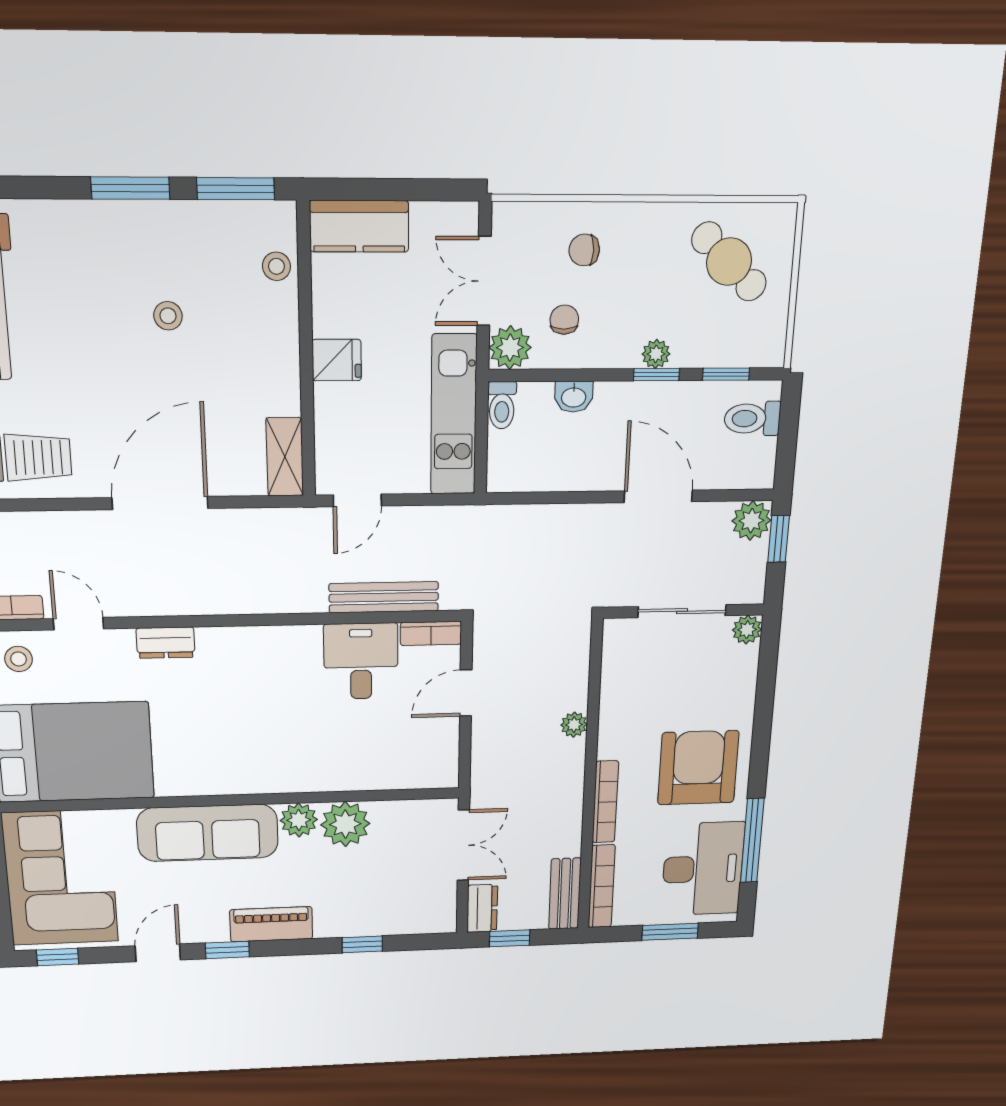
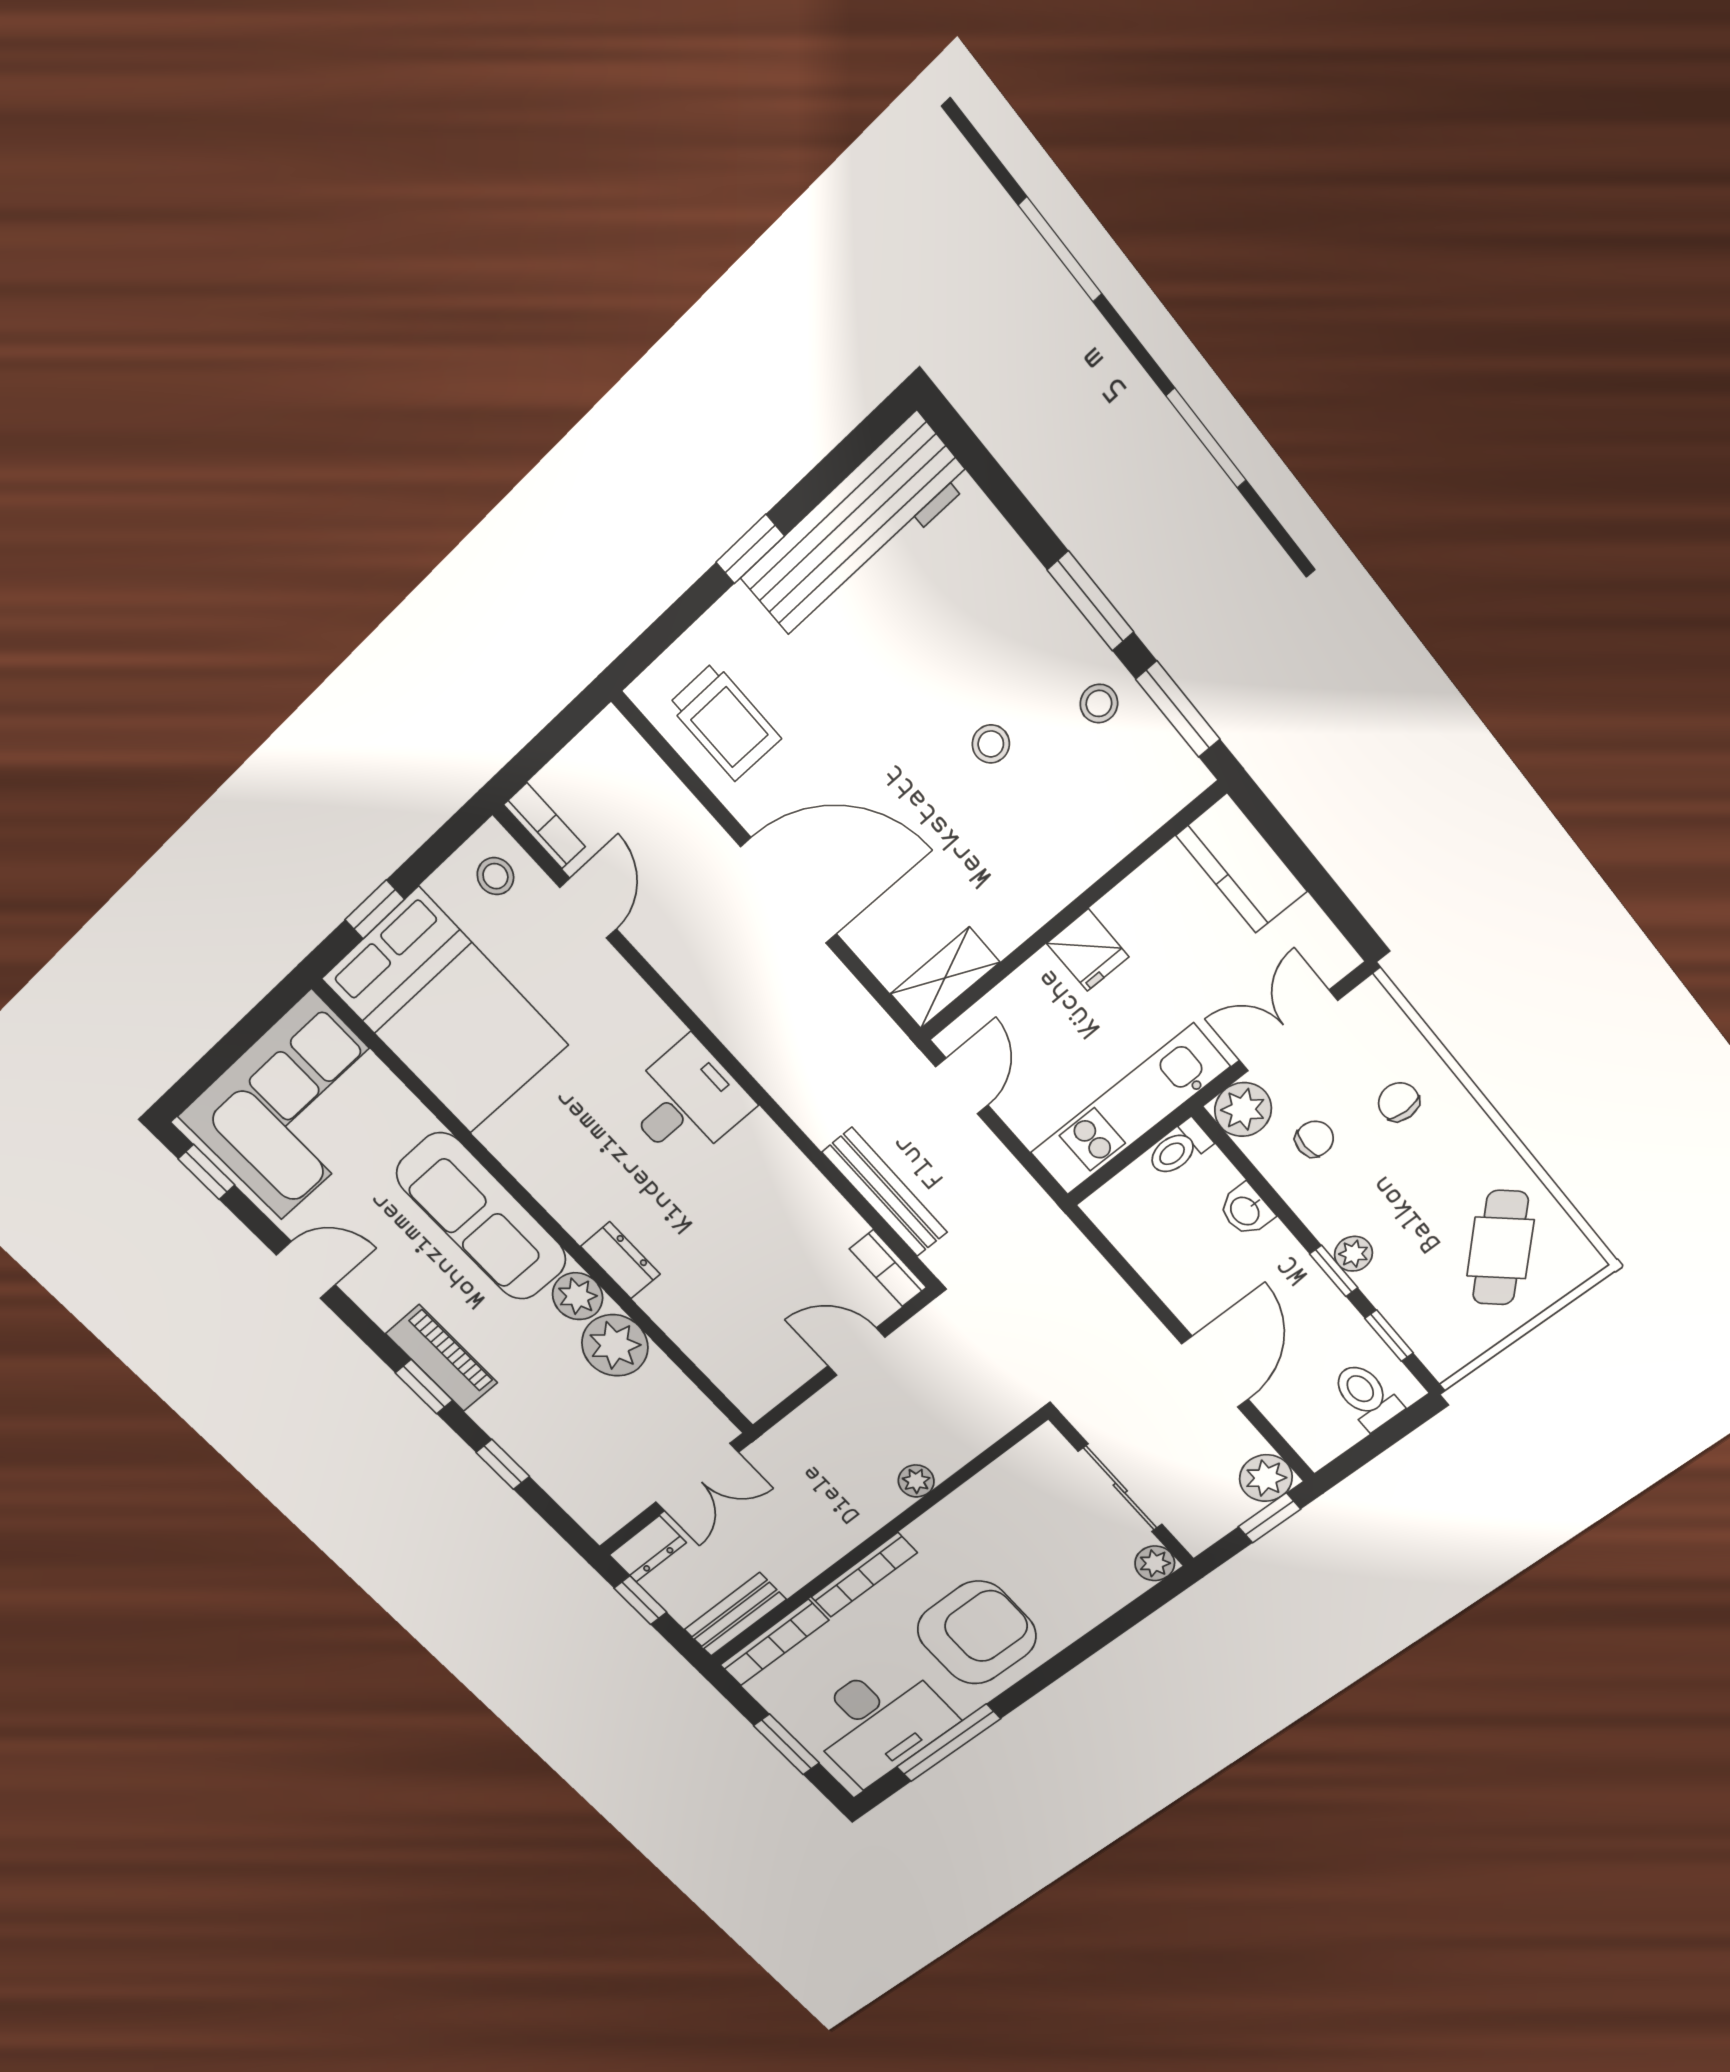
stool: (276, 266) -> (1099, 703), moved
door: (357, 500) -> (962, 1086), swing flipped
dresser: (166, 643) -> (620, 1260), moved, turned 180
desk: (361, 661) -> (686, 1102), moved
window: (227, 950) -> (424, 1387), moved

